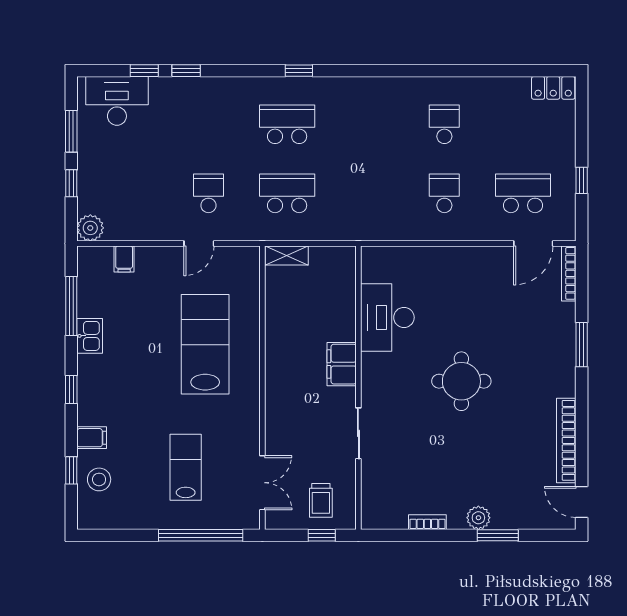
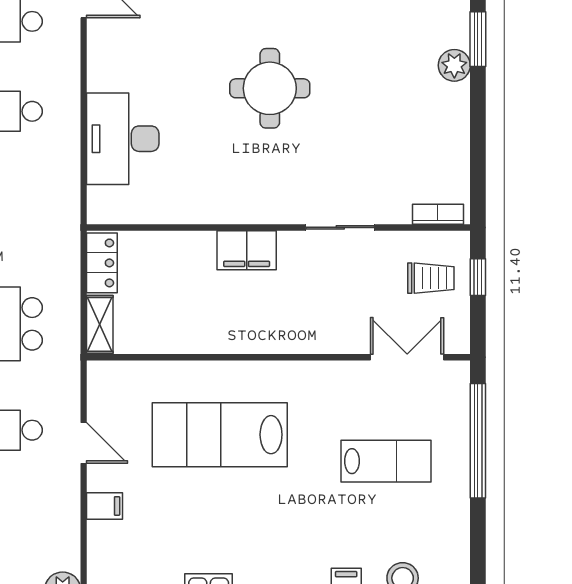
locker: (332, 257) -> (102, 263), added
filing cabinet: (124, 259) -> (105, 506), moved
desk: (387, 317) -> (123, 139), moved, turned 90
lab bench: (186, 467) -> (386, 461), turned 180
bookcase: (427, 522) -> (438, 214), moved, turned 90

